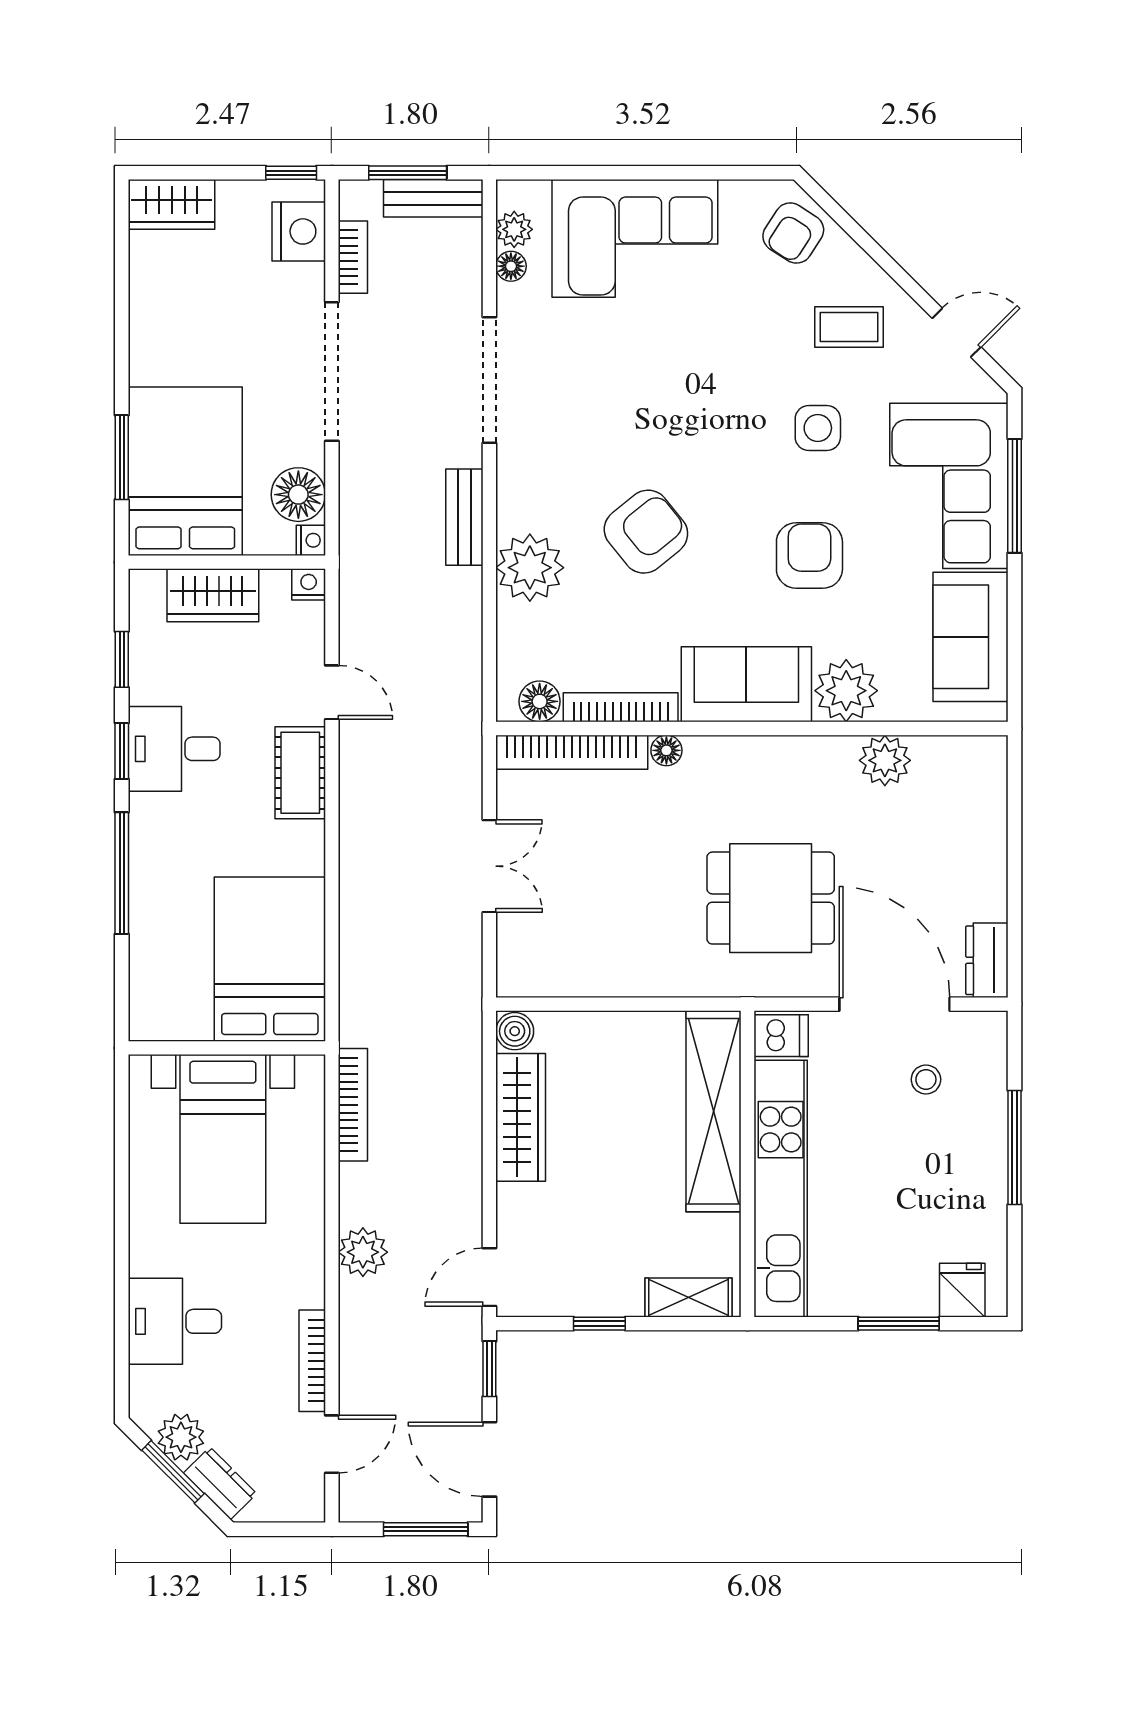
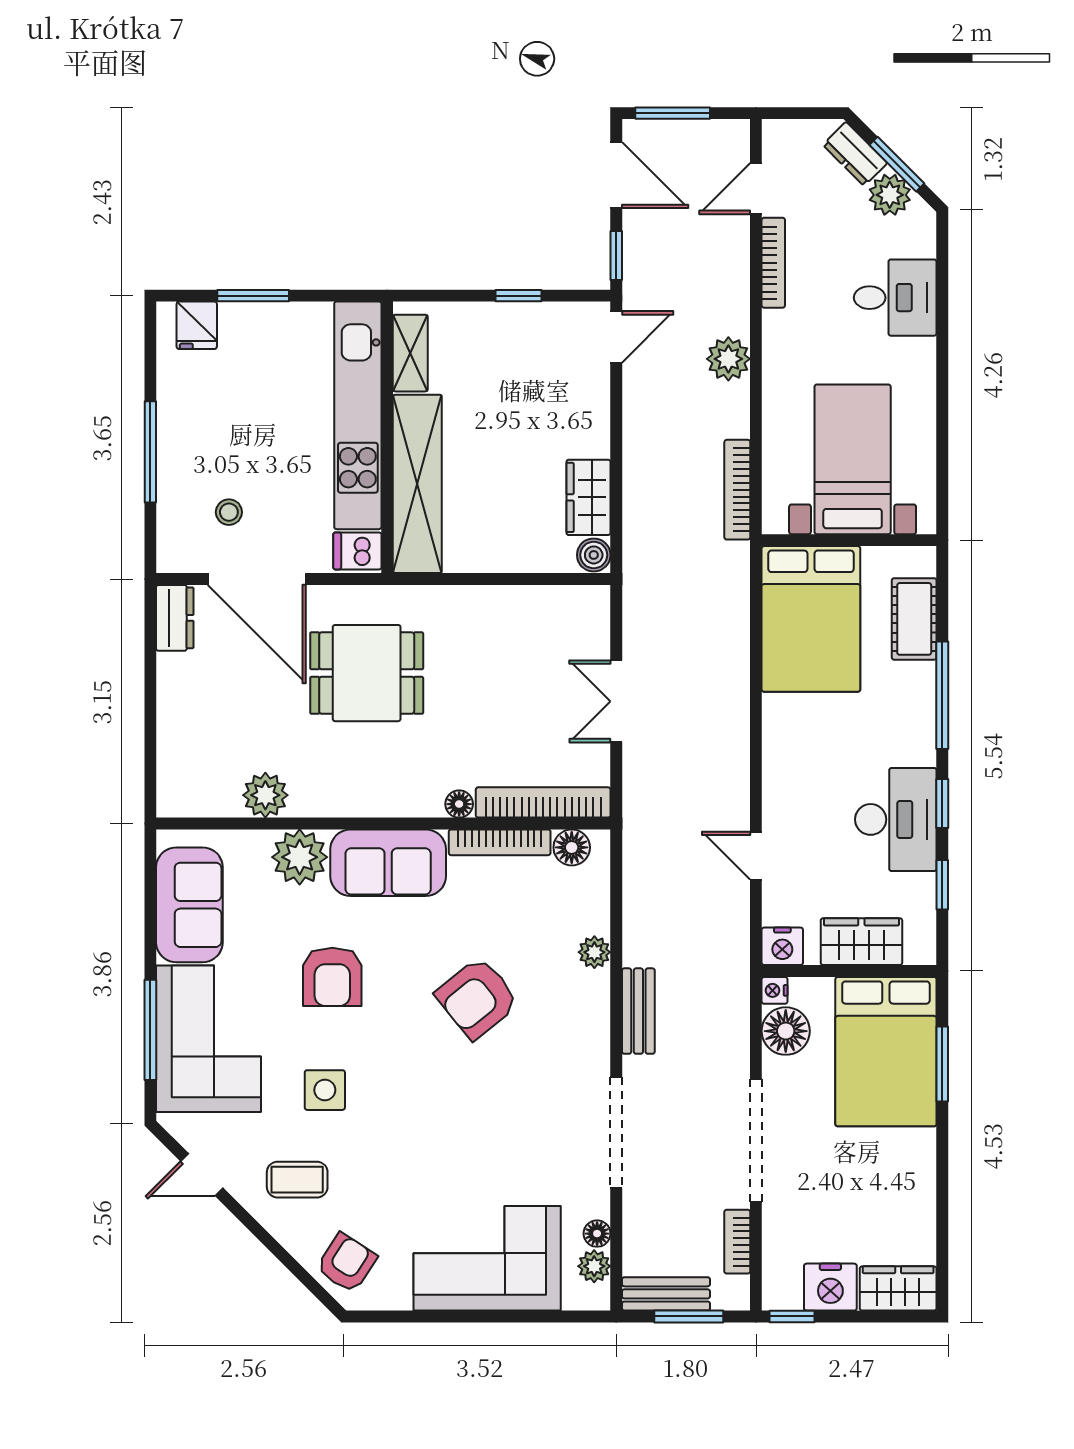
nightstand: (299, 231) -> (830, 1287), moved, turned -90
plant: (530, 568) -> (594, 952), width x0.53, depth x0.53
nightstand: (309, 584) -> (782, 946), width x1.39, depth x1.35
desk: (174, 749) -> (896, 819), width x1.37
cot: (300, 773) -> (914, 619), moved
wardrobe: (521, 1117) -> (588, 497), width x0.67
shelving: (689, 1297) -> (410, 353), moved, turned 90

